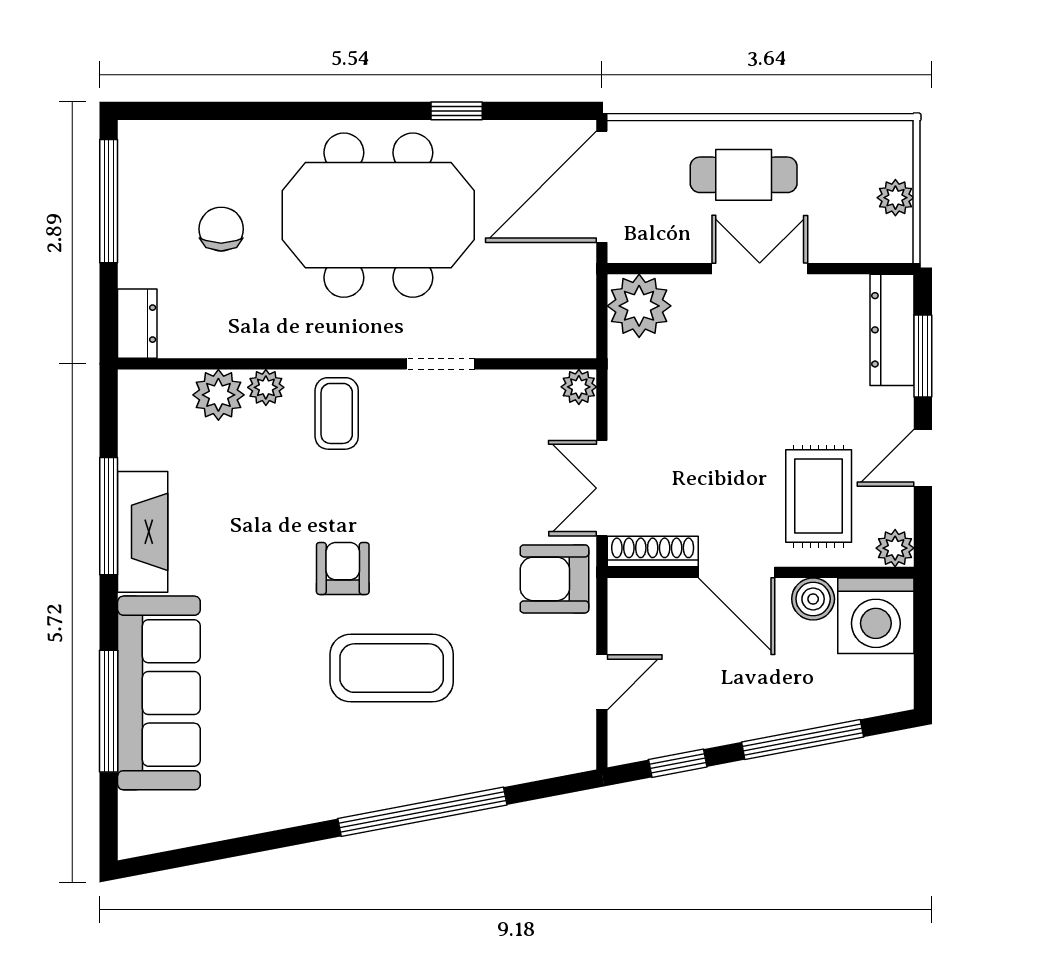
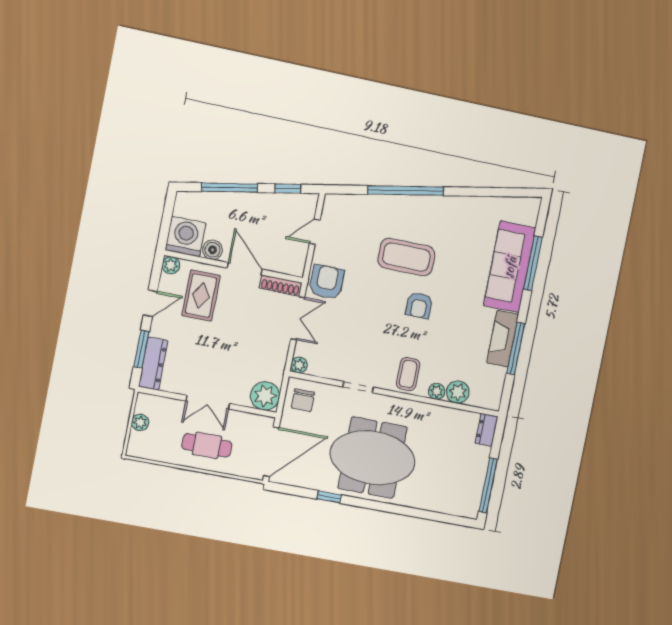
chair: (221, 229) -> (303, 400), moved
armchair: (554, 579) -> (327, 282), turned -90

